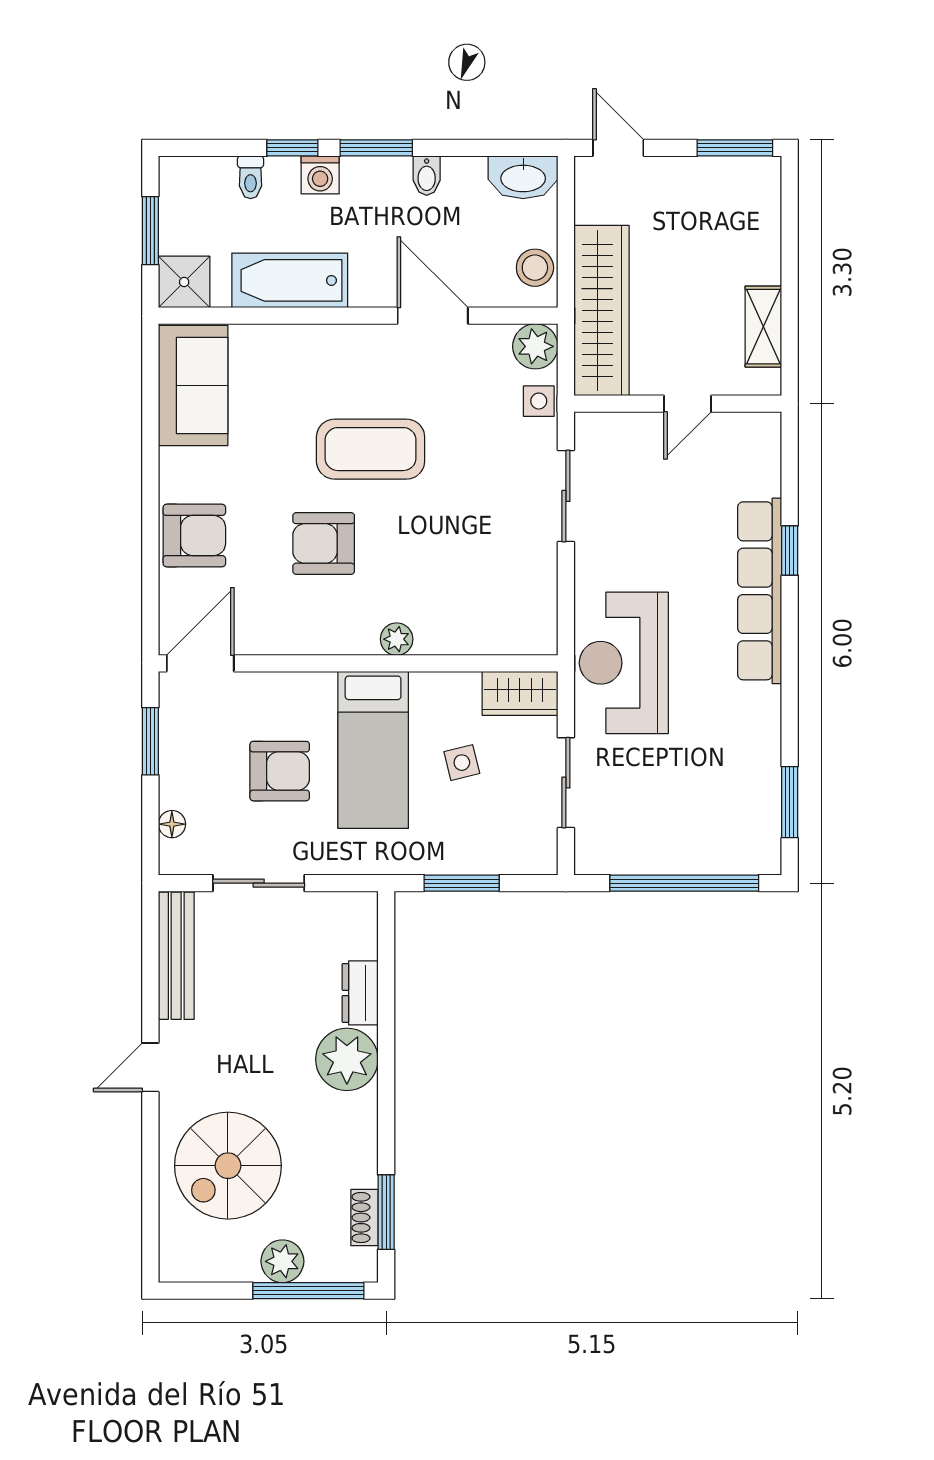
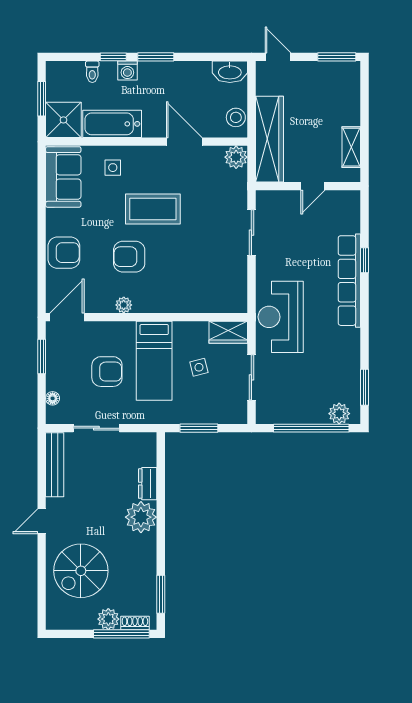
bidet: (427, 176) -> (181, 71), removed
shower: (184, 282) -> (63, 120), width x1.36, depth x1.36
side table: (539, 401) -> (113, 168), moved
plant: (397, 639) -> (124, 305), moved
plant: (740, 854) -> (339, 414), added
shoe rack: (364, 1218) -> (135, 623), moved, turned 90

